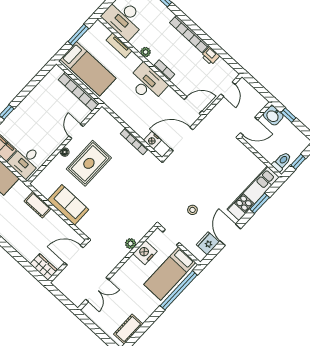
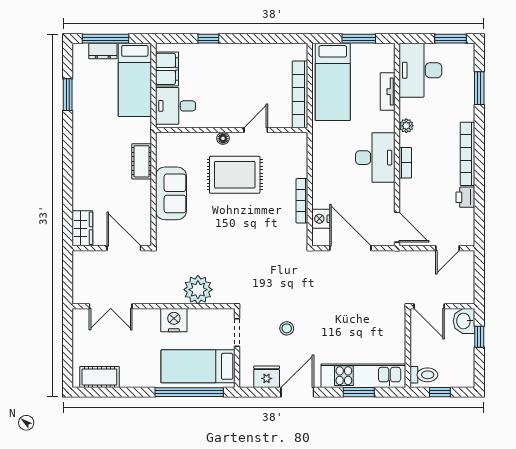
plant: (131, 244) -> (198, 290), width x1.87, depth x1.87
nightstand: (145, 253) -> (174, 320), moved

